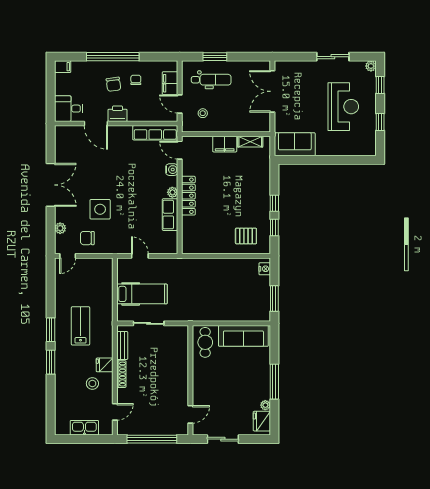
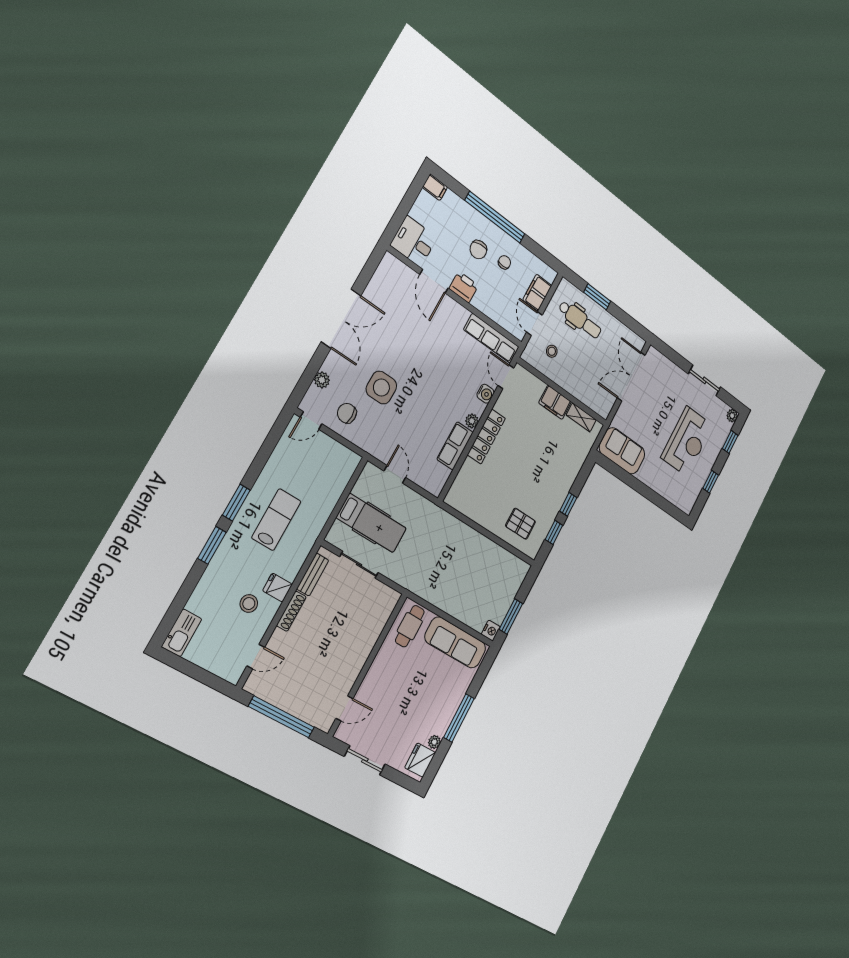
nightstand: (265, 269) -> (491, 631), moved
kitchen sink: (84, 428) -> (182, 633), moved, turned 90

